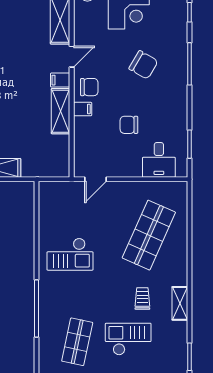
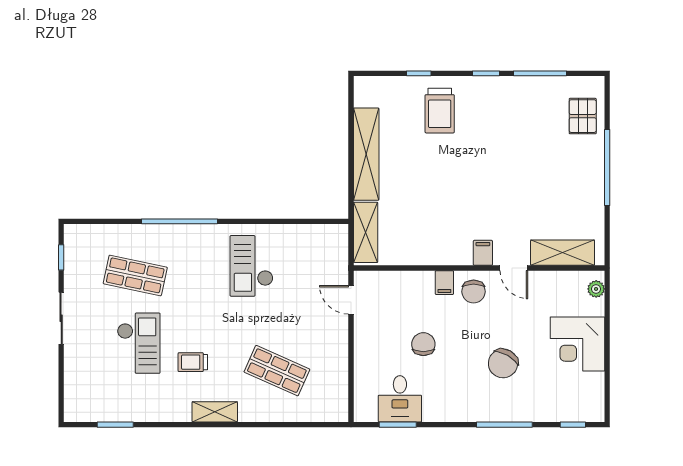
shelving: (61, 111) -> (366, 232), moved, turned 90
desk: (159, 160) -> (400, 399), moved, turned -90
shop shelf: (149, 235) -> (277, 371), width x0.70, depth x0.74
trolley: (142, 298) -> (193, 362), turned 180
shelving: (180, 303) -> (215, 412), moved

